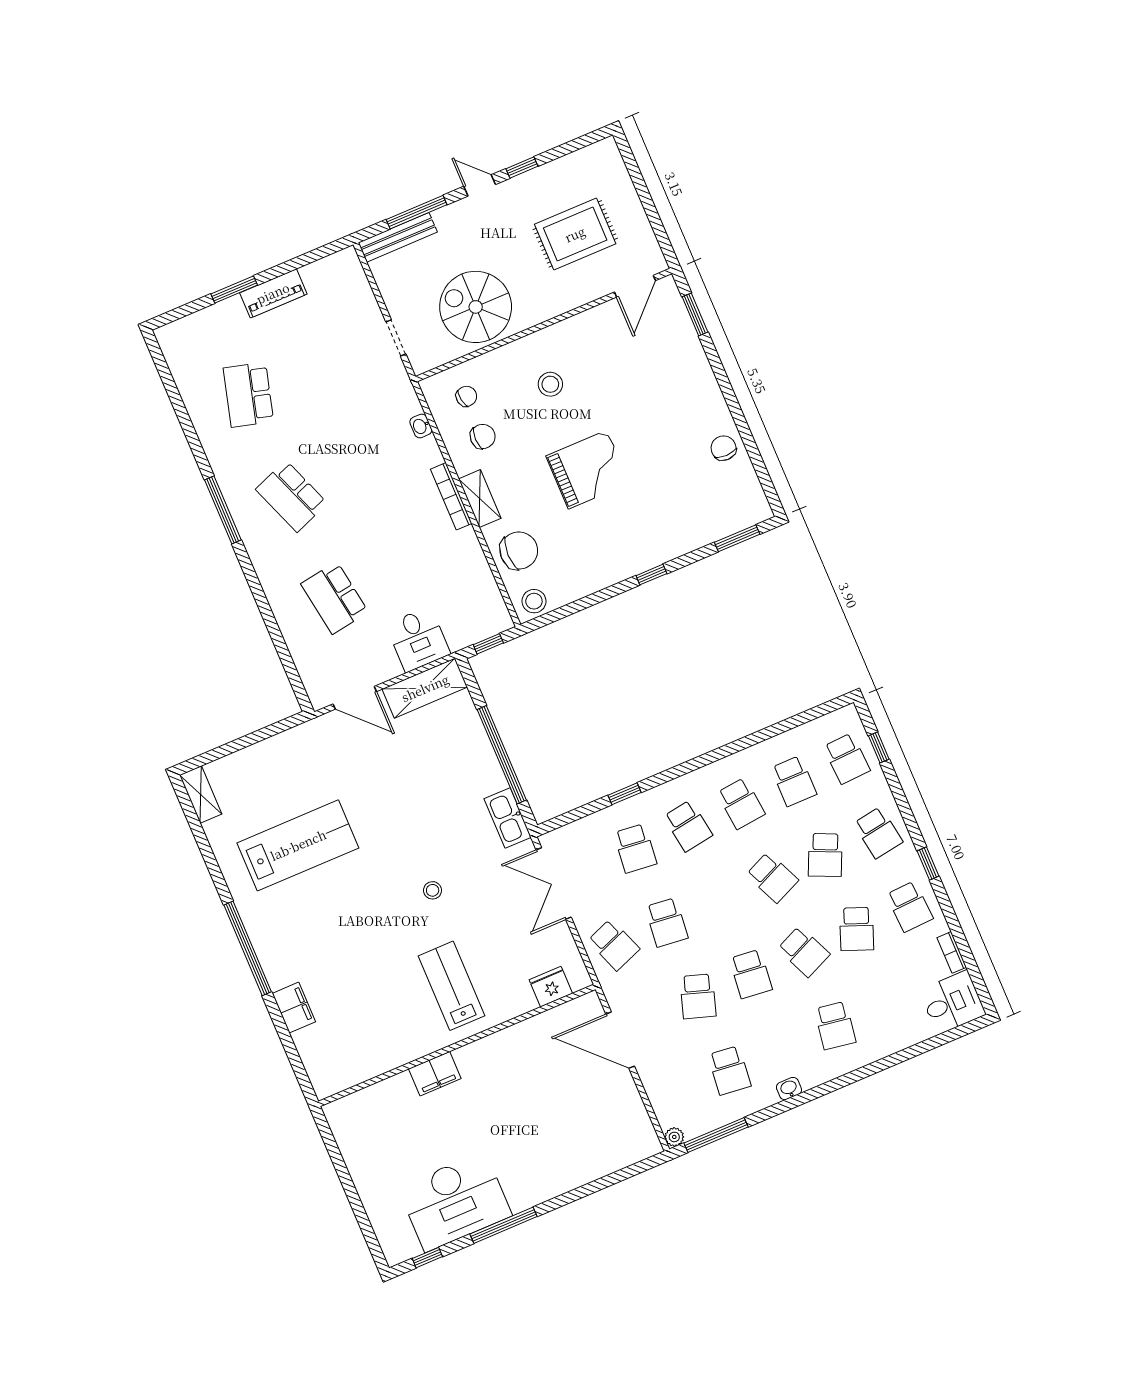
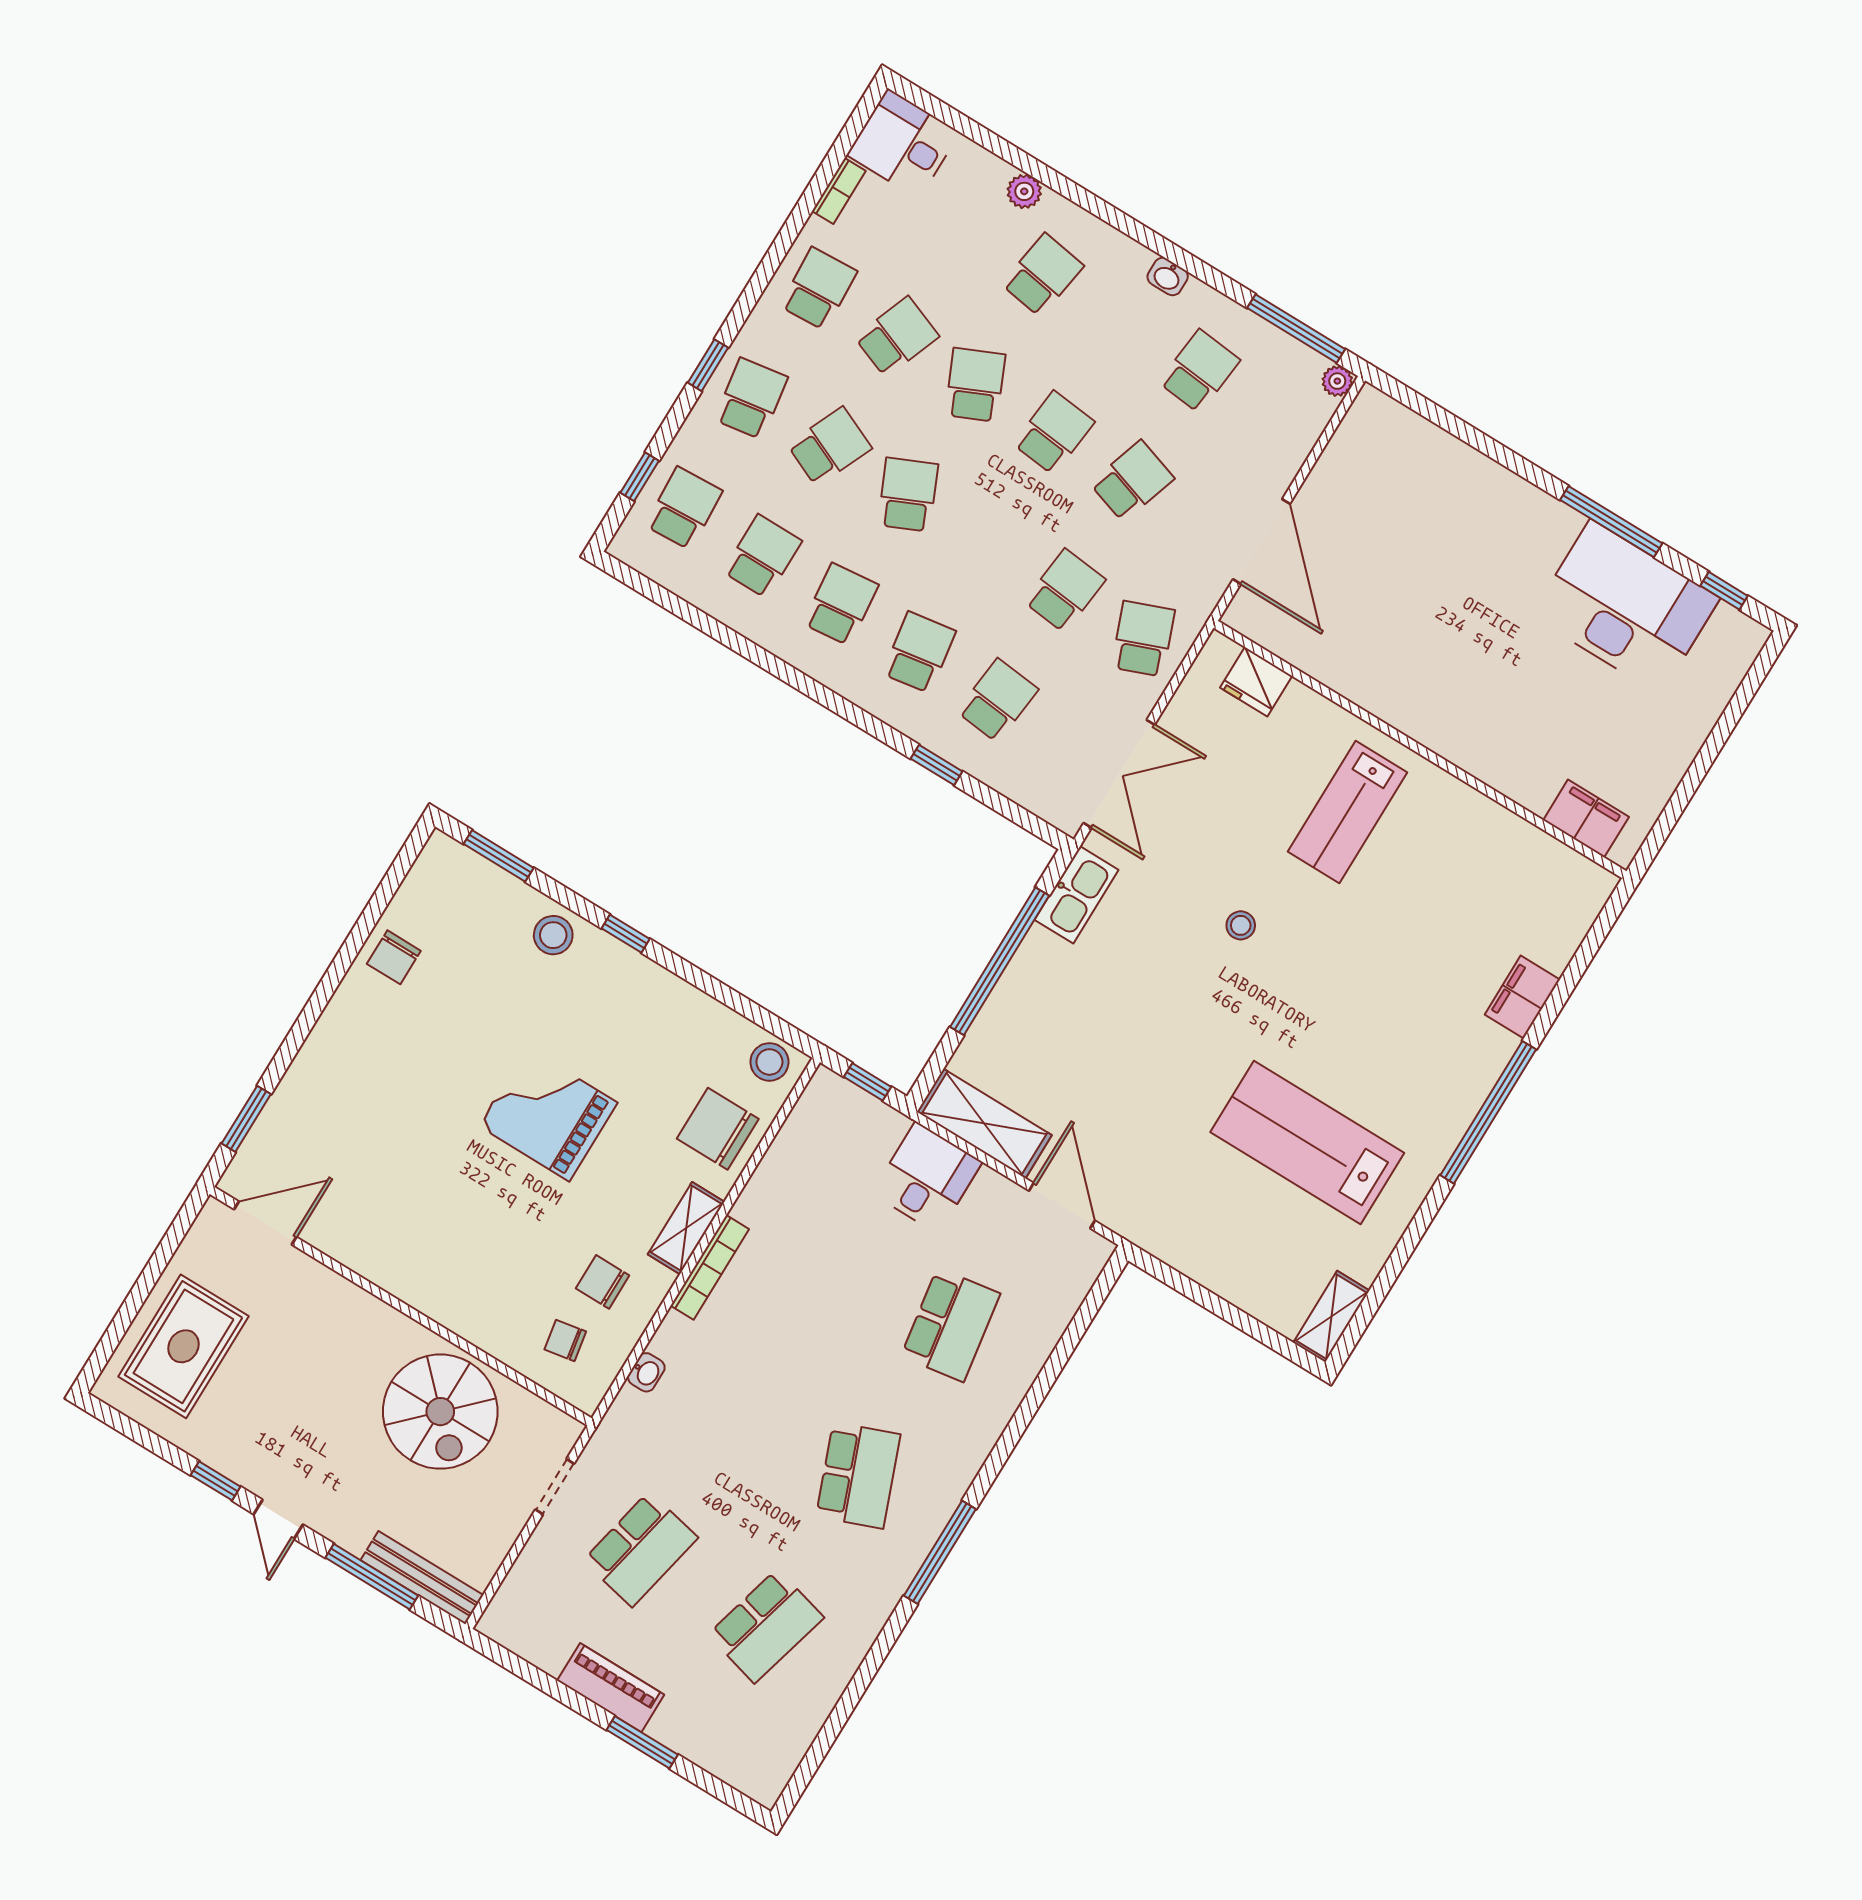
rug: (575, 234) -> (183, 1346), moved, turned 90
school desk: (333, 359) -> (640, 1549), added
stool: (550, 384) -> (553, 935), moved
window: (928, 863) -> (708, 365), moved
plant: (884, 1047) -> (1024, 191), added
filing cabinet: (435, 1074) -> (1586, 818), moved

